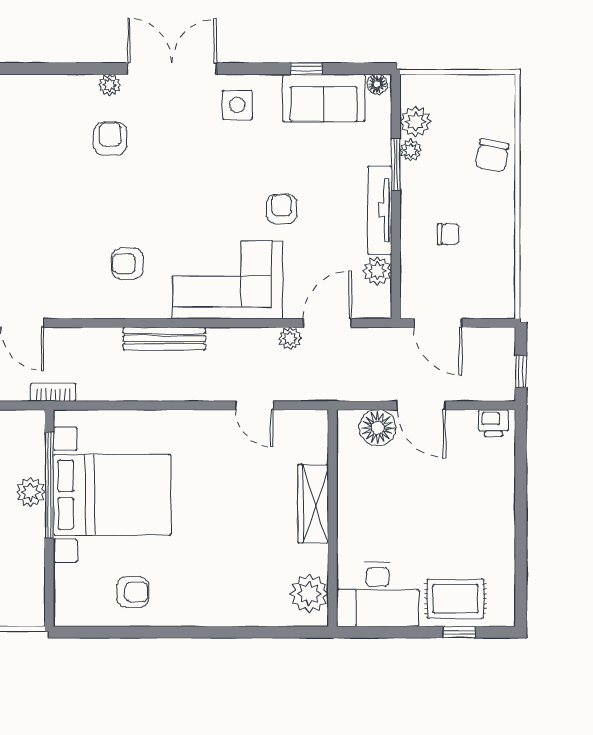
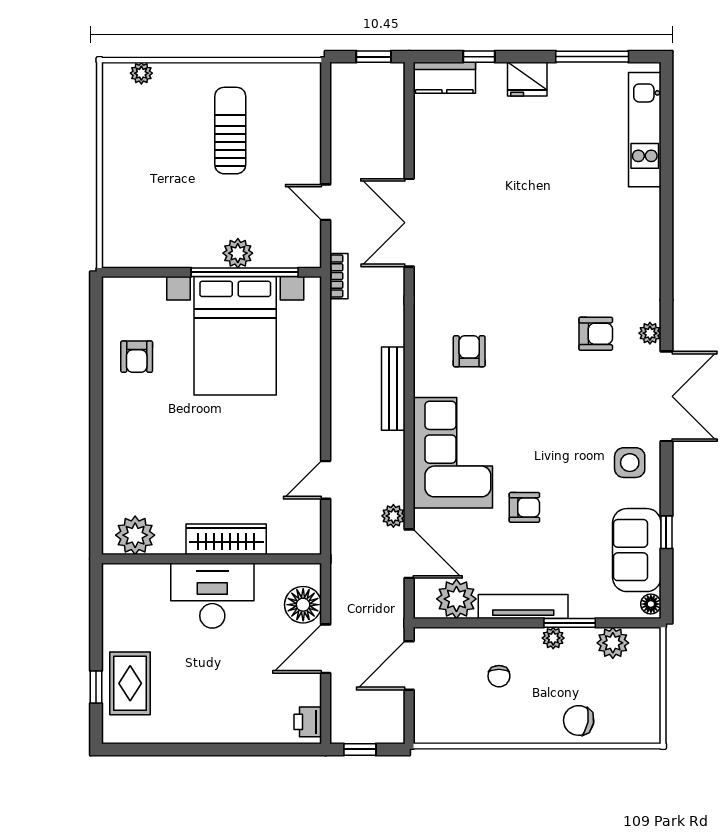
plant: (411, 150) -> (553, 638), moved
plant: (377, 271) -> (456, 599), width x1.36, depth x1.36
desk: (378, 595) -> (212, 596), moved, turned 90

